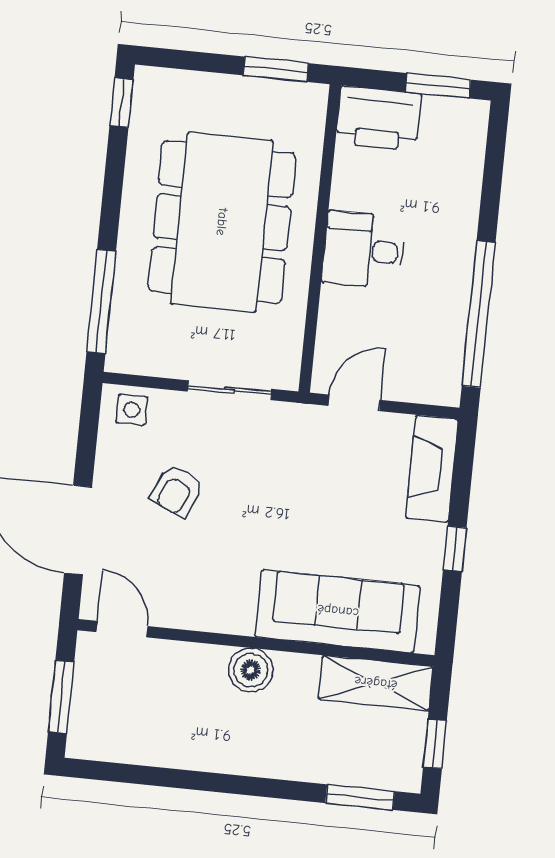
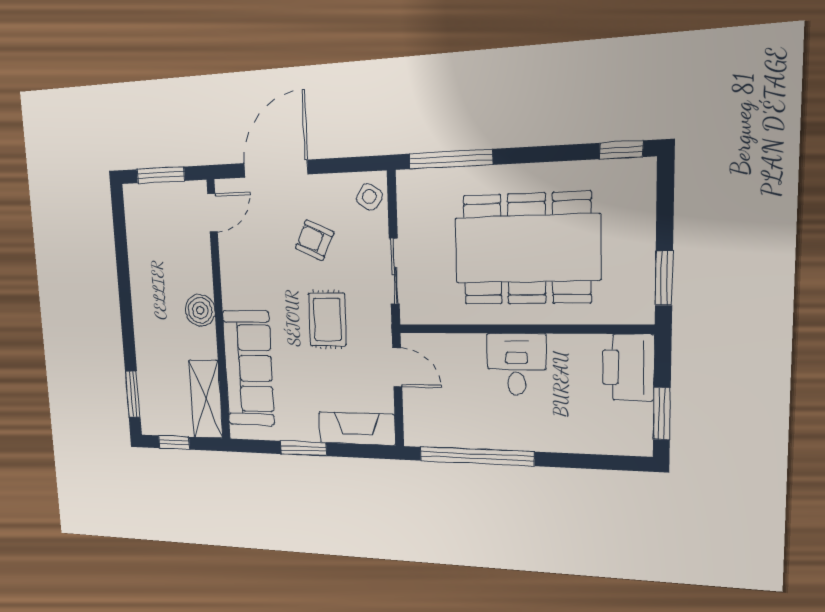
side table: (132, 410) -> (369, 197), turned 33
rug: (282, 489) -> (327, 320), added
window: (455, 549) -> (303, 448), width x1.50

